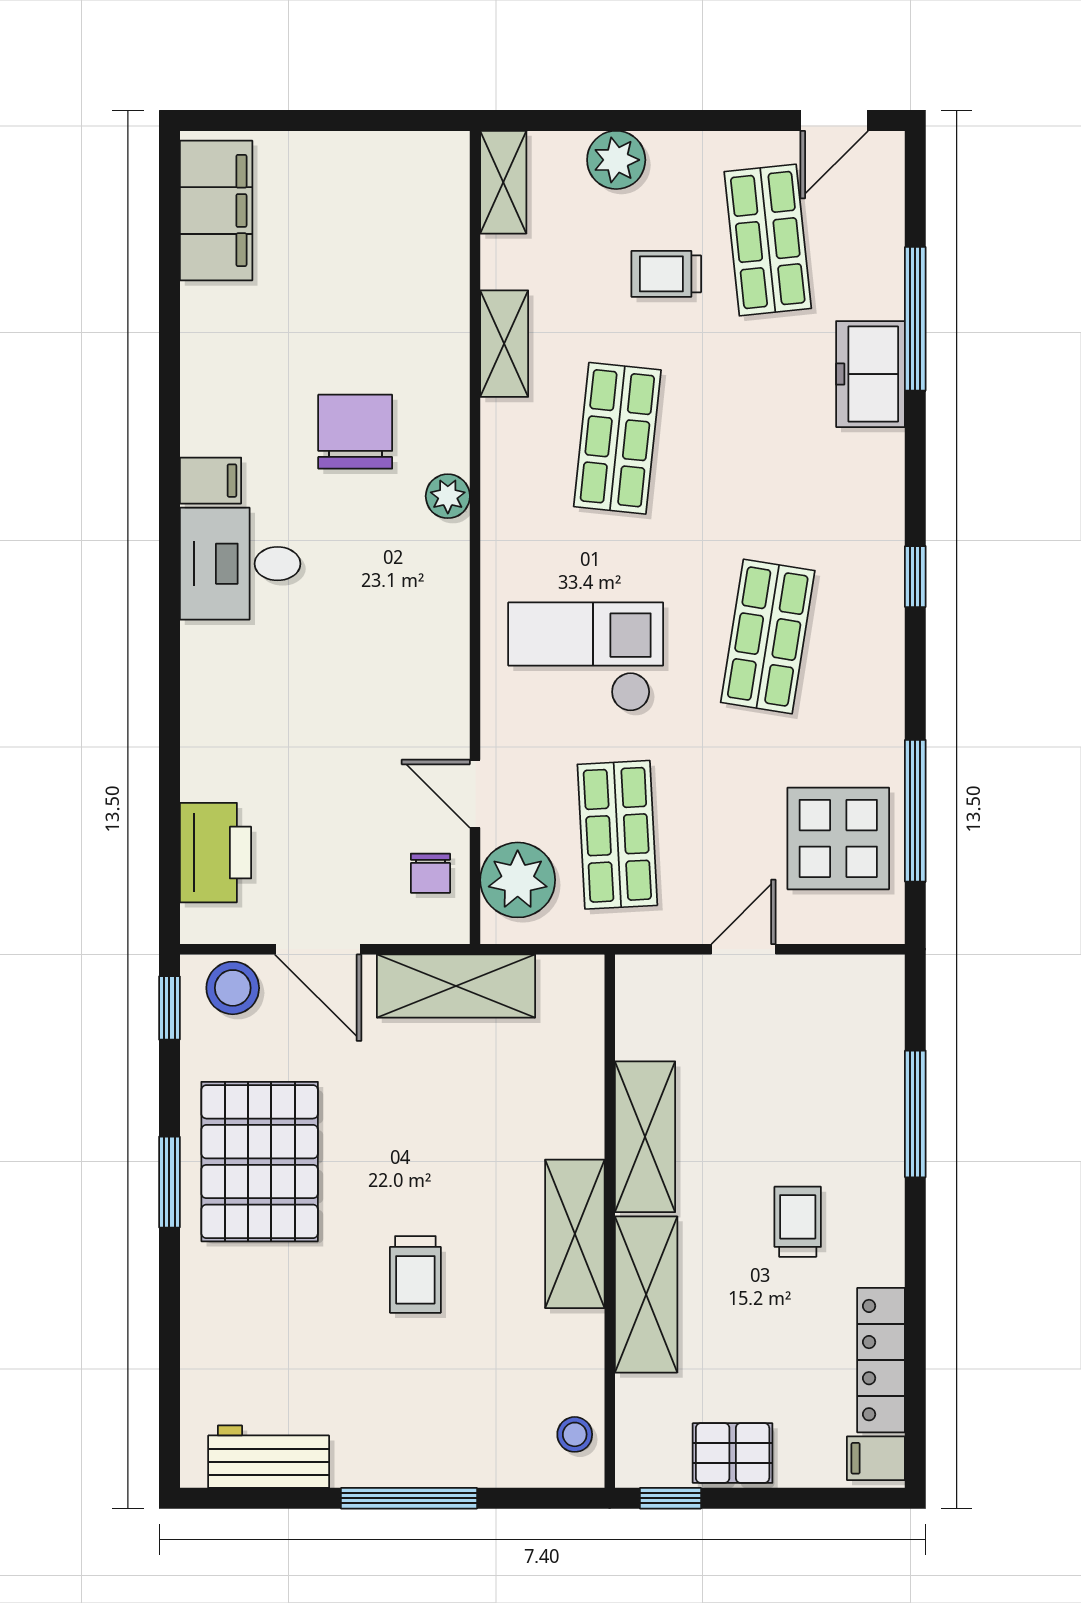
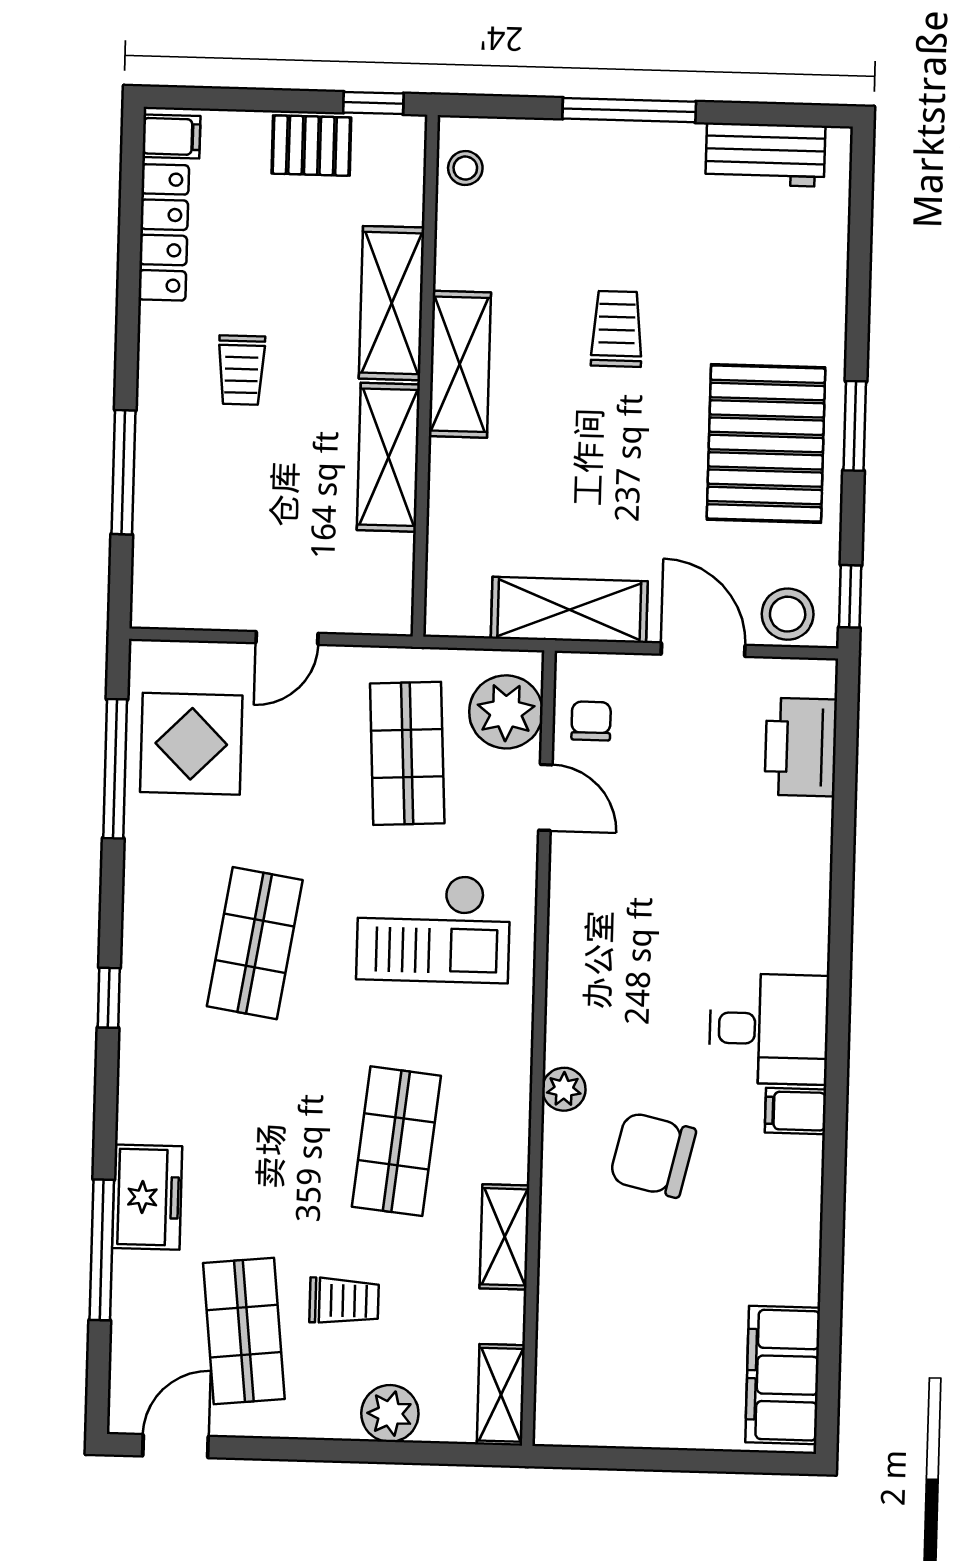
chair: (355, 432) -> (653, 1155), turned 103

